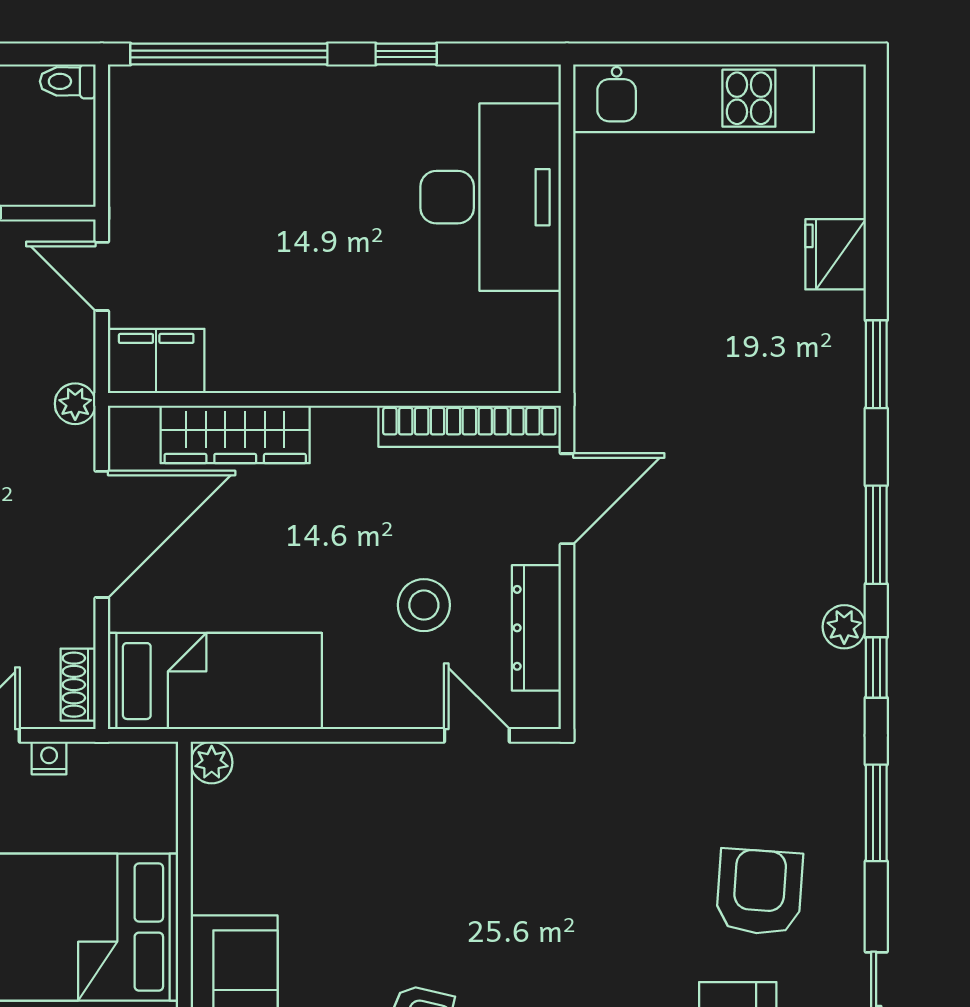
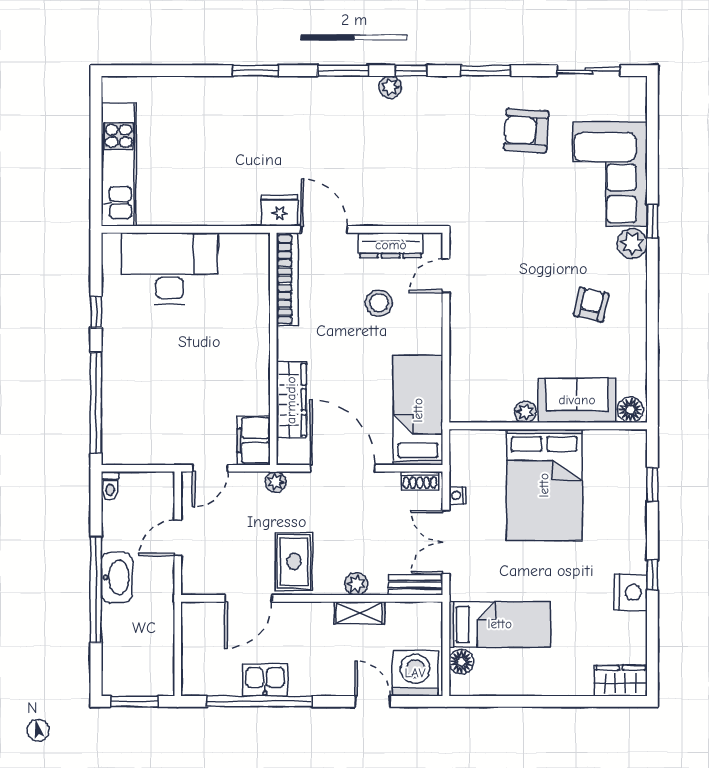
fridge: (836, 254) -> (279, 211), moved, turned 180
plant: (212, 762) -> (525, 412), moved

